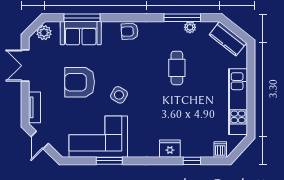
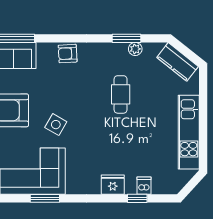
window: (182, 18) -> (127, 38), width x0.69
dishwasher: (220, 149) -> (144, 186), moved

